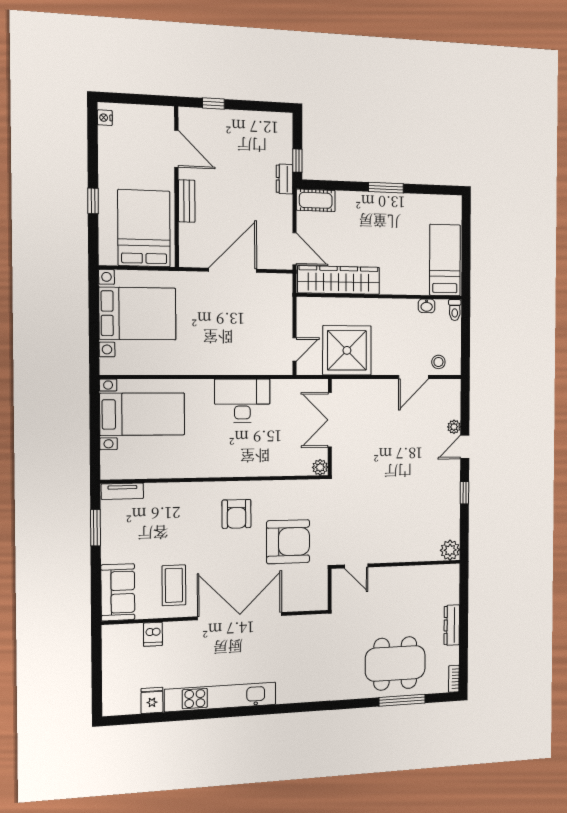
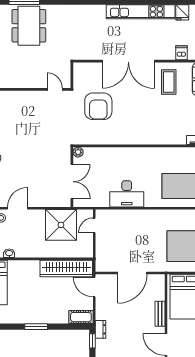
armchair: (237, 514) -> (130, 124), removed
armchair: (288, 542) -> (98, 106), turned -90
dining table: (395, 663) -> (29, 26), turned 90

